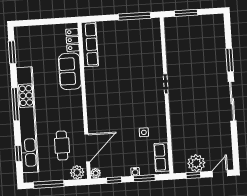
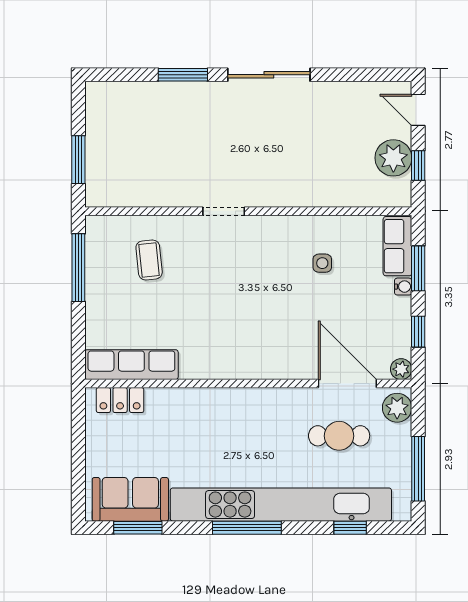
coffee table: (140, 50) -> (149, 260), added
sofa: (70, 71) -> (130, 499), moved, turned 180
row of seats: (162, 157) -> (397, 246), moved, turned 90

